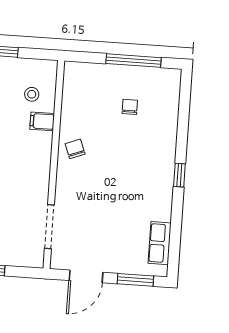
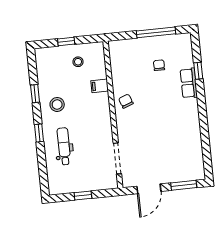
stool: (32, 94) -> (78, 62), moved
window: (179, 175) -> (198, 71), moved
row of seats: (160, 243) -> (189, 83), moved

